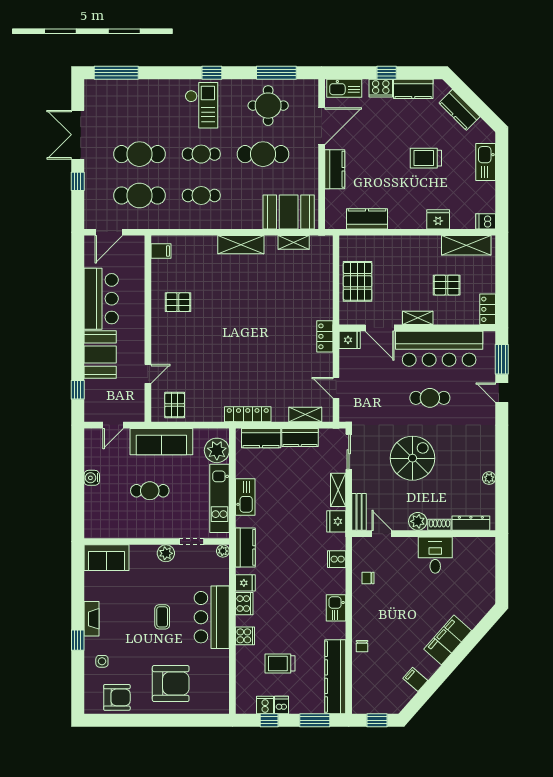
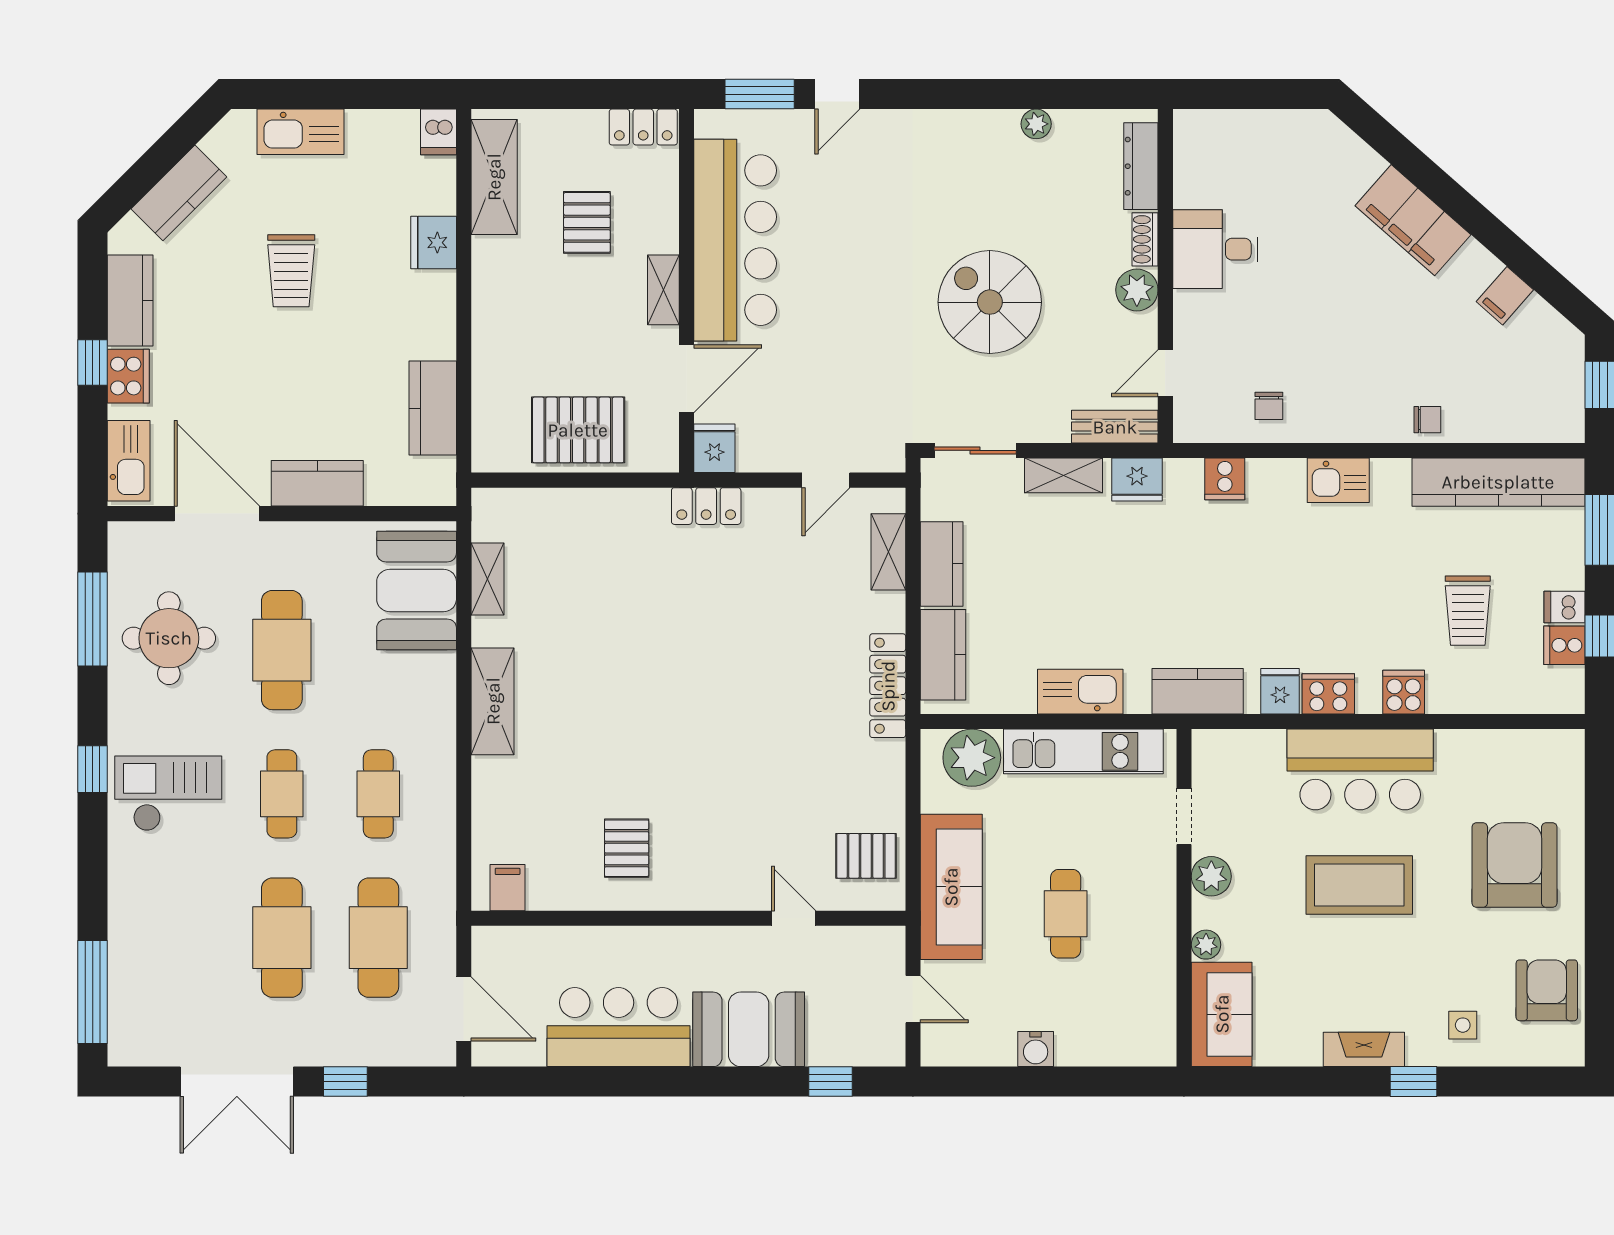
cafe table: (430, 398) -> (849, 262), removed
plant: (223, 551) -> (1206, 945), moved
coffee table: (162, 617) -> (1359, 885), width x1.86, depth x1.72

